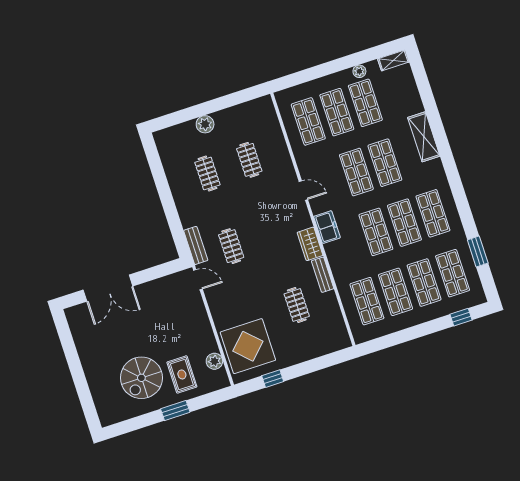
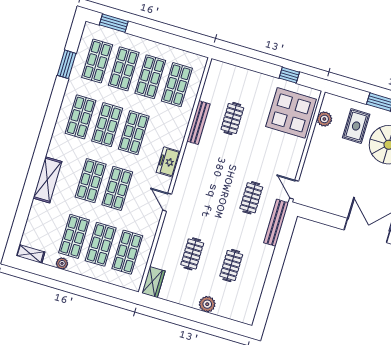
wardrobe: (310, 244) -> (153, 282), moved
bench: (196, 245) -> (276, 223), width x1.36
bench: (323, 275) -> (198, 123), width x1.36
window: (461, 317) -> (114, 23), width x1.50

